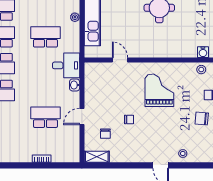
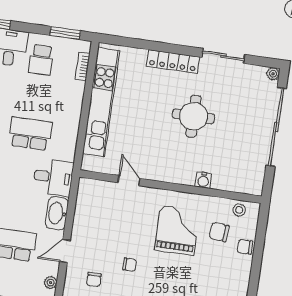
plant: (75, 17) -> (51, 283), moved
water cooler: (203, 52) -> (203, 180), moved
washbasin: (75, 85) -> (57, 213), width x1.91, depth x1.45
chair: (202, 118) -> (219, 232), moved

